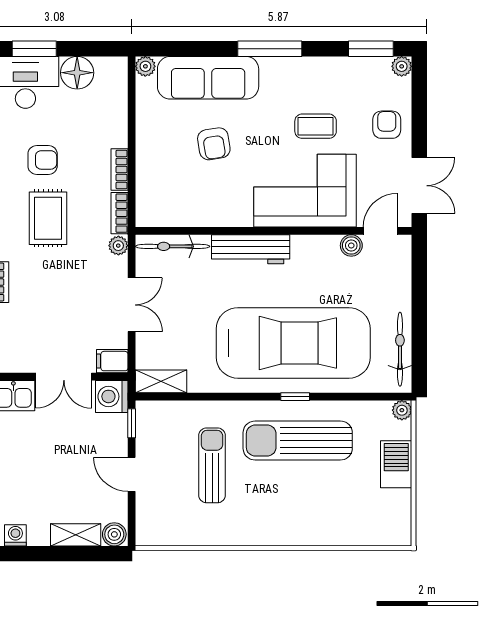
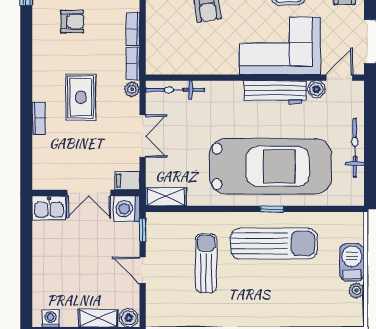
rug: (48, 218) -> (81, 97), moved
workbench: (251, 249) -> (275, 92), moved
bicycle: (400, 349) -> (355, 148), moved
plant: (402, 410) -> (356, 290), moved
sun lounger: (298, 441) -> (274, 244), turned 180

